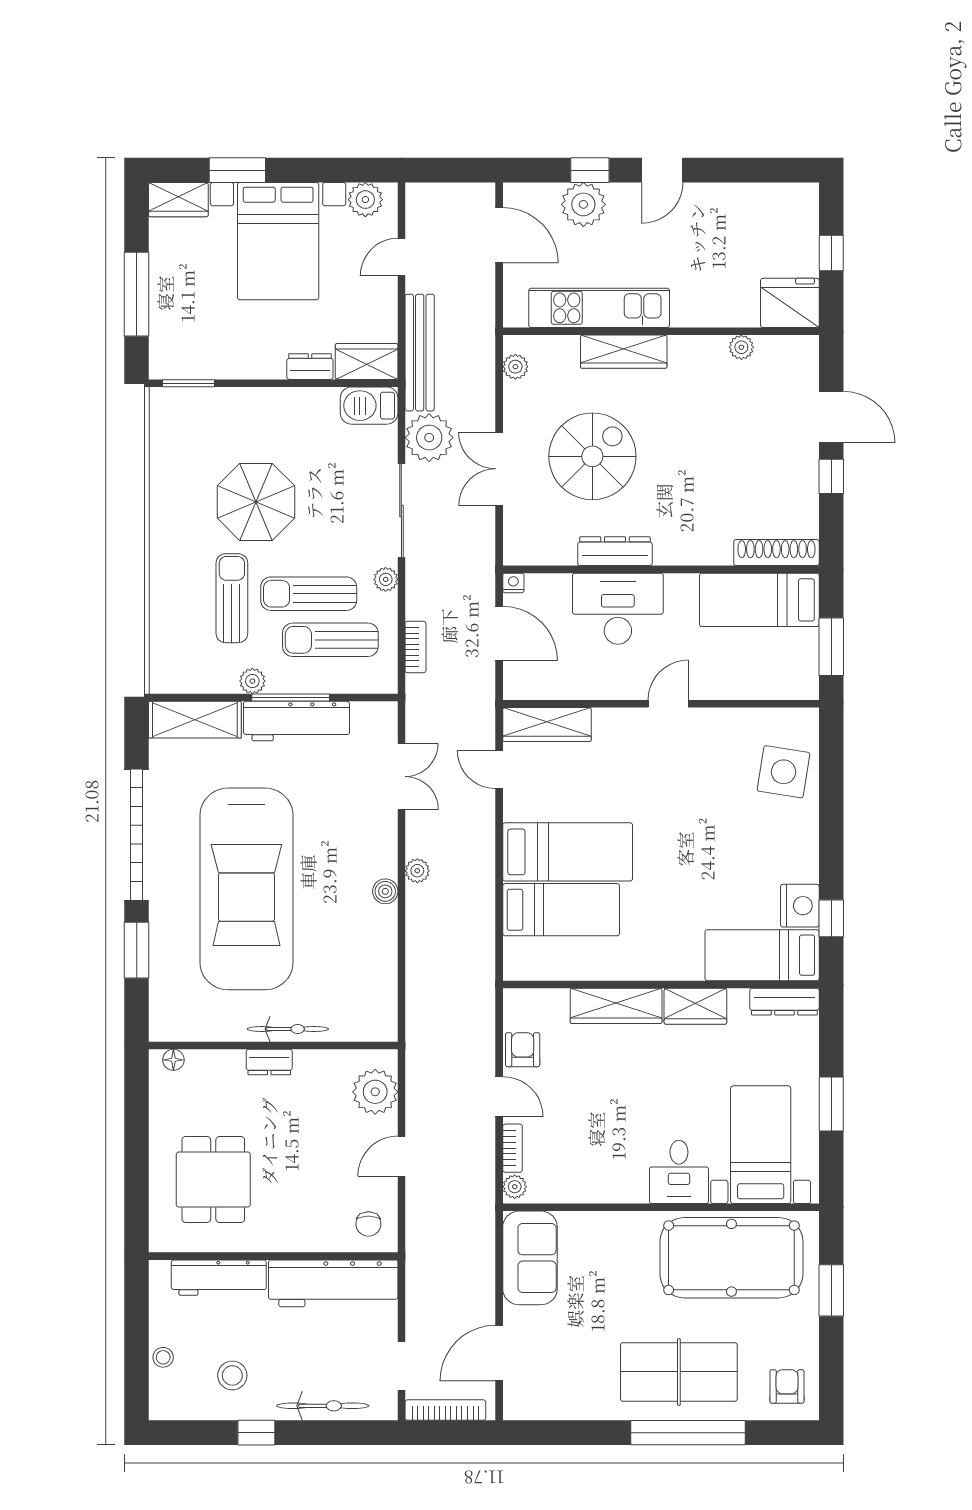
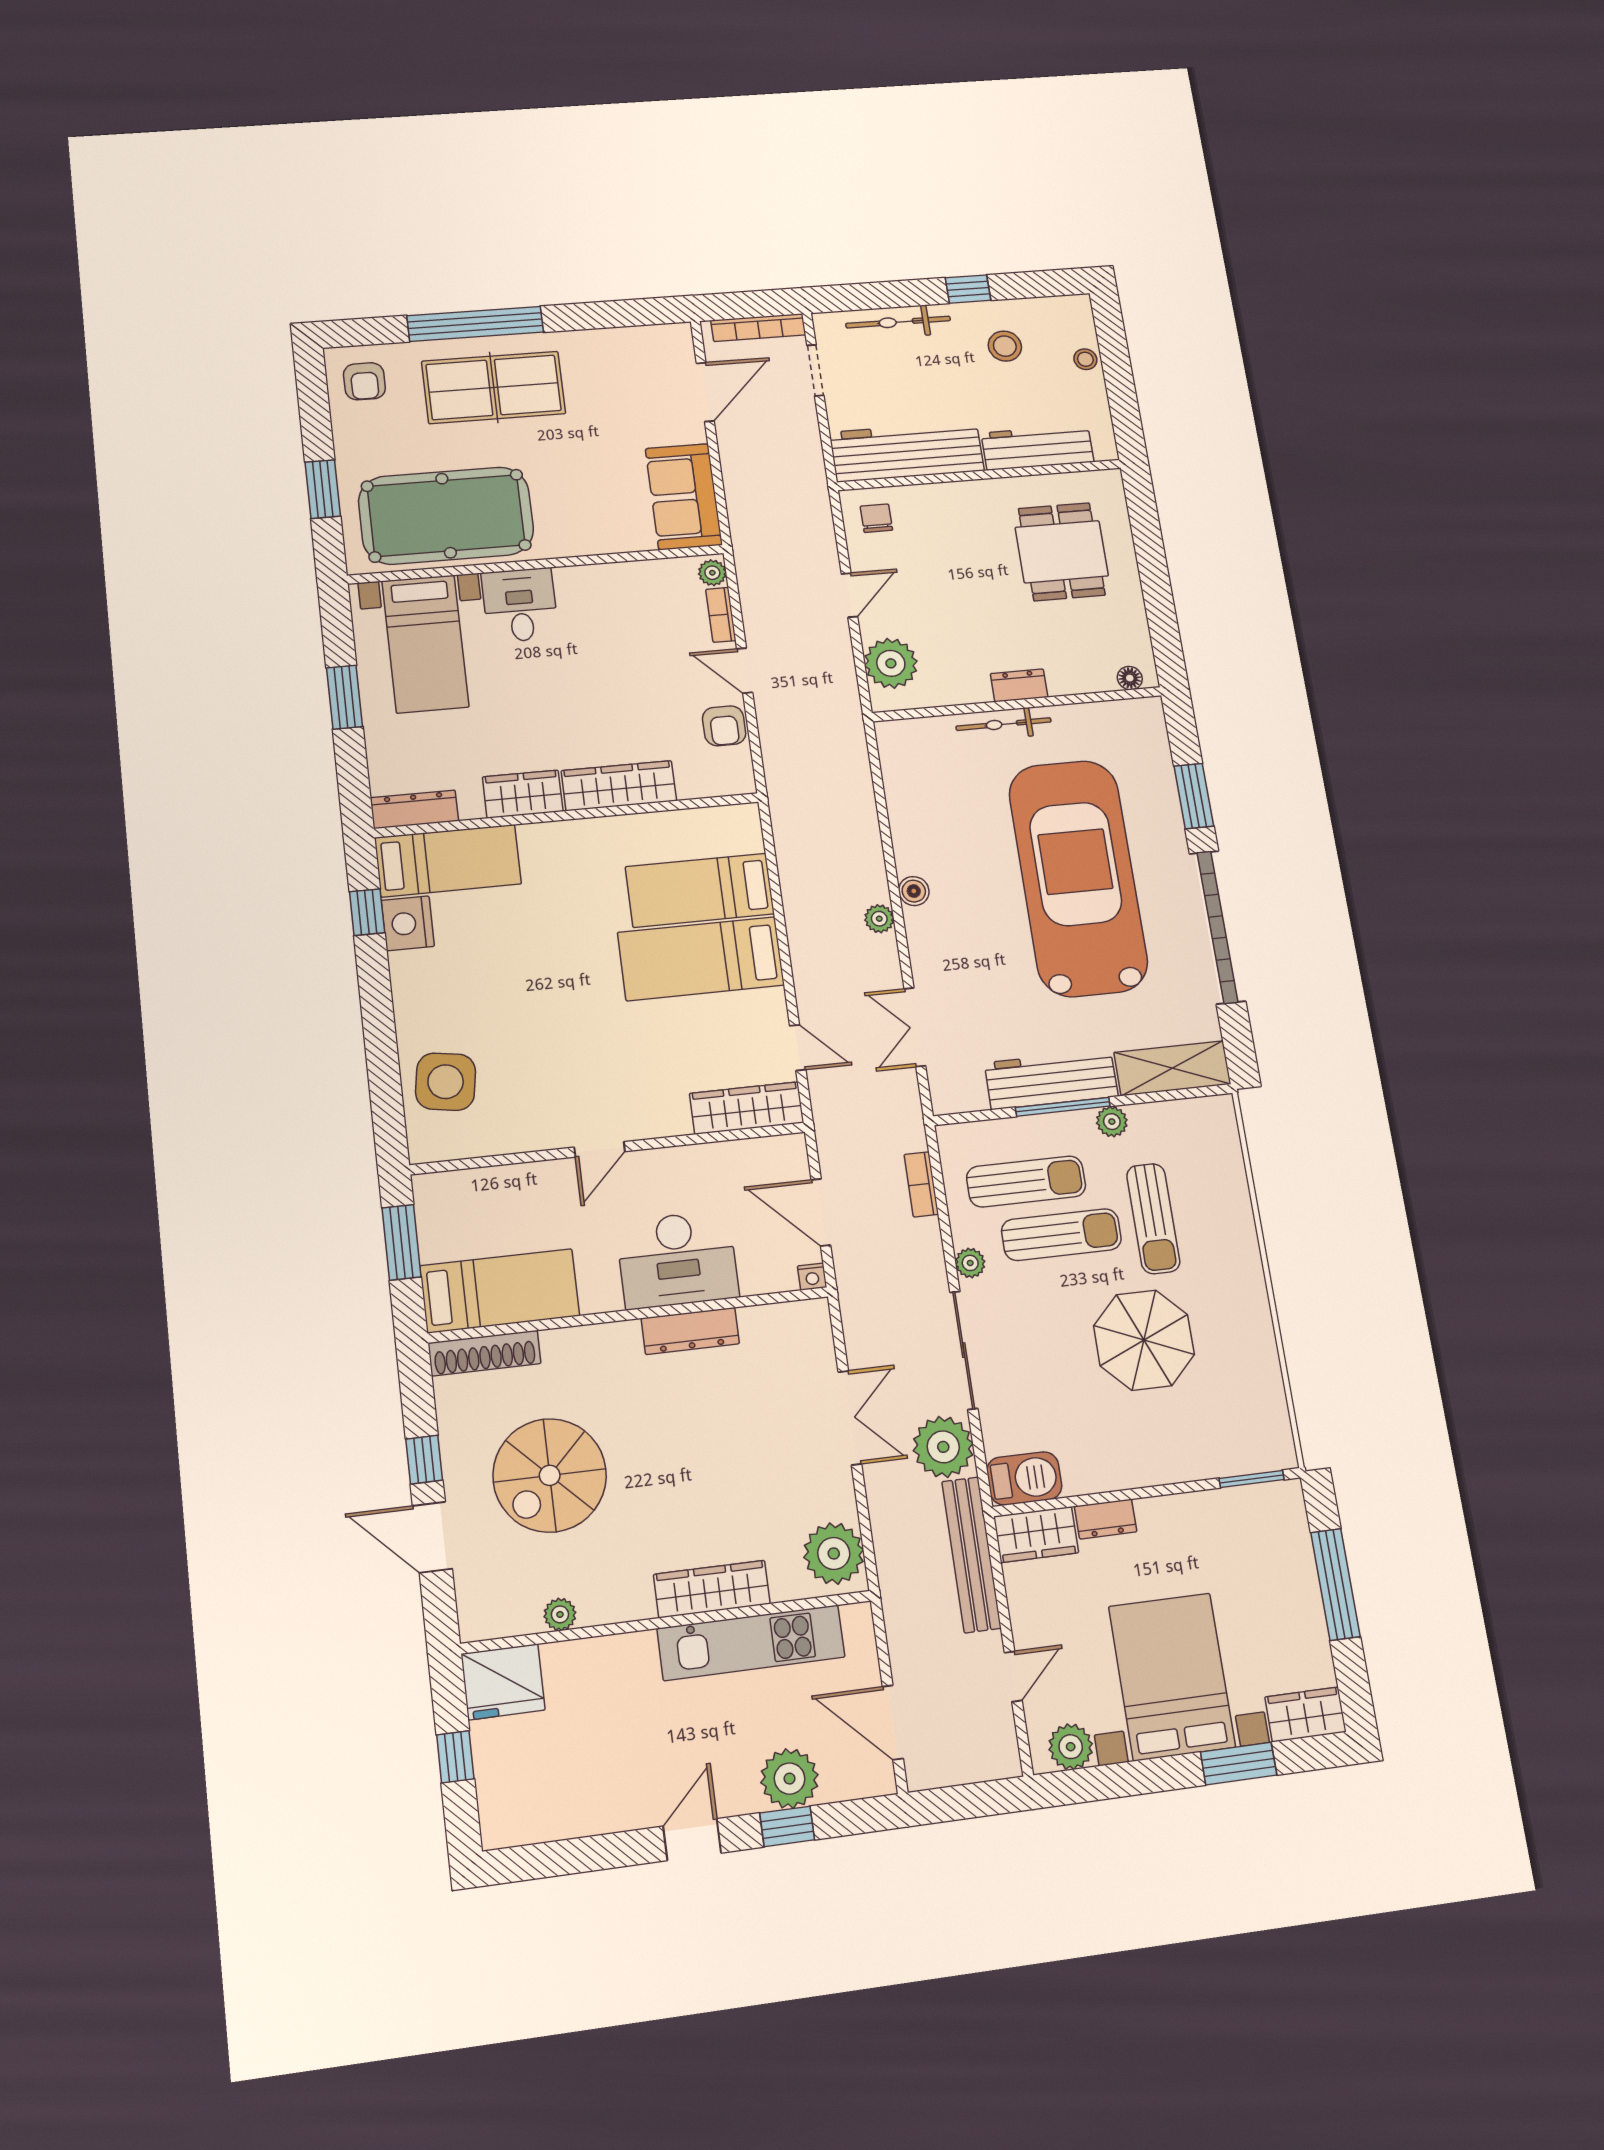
plant: (515, 367) -> (834, 1553), width x1.87, depth x1.87
spiral stairs: (592, 456) -> (550, 1475), moved

